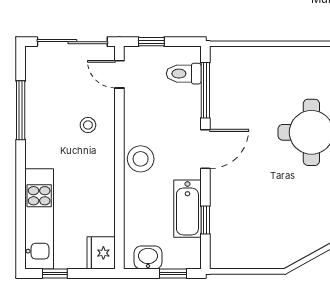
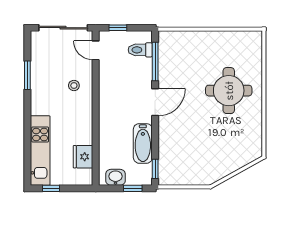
window: (21, 110) -> (27, 75), width x0.69
stool: (141, 159) -> (110, 109), removed
window: (205, 220) -> (155, 169), moved
fridge: (101, 253) -> (83, 157), moved

